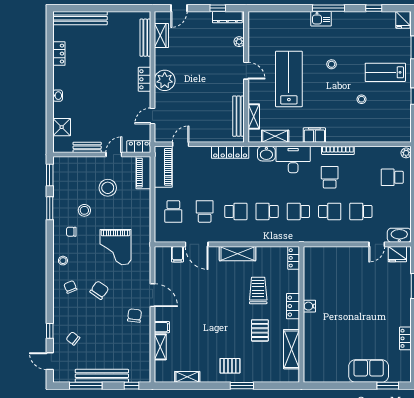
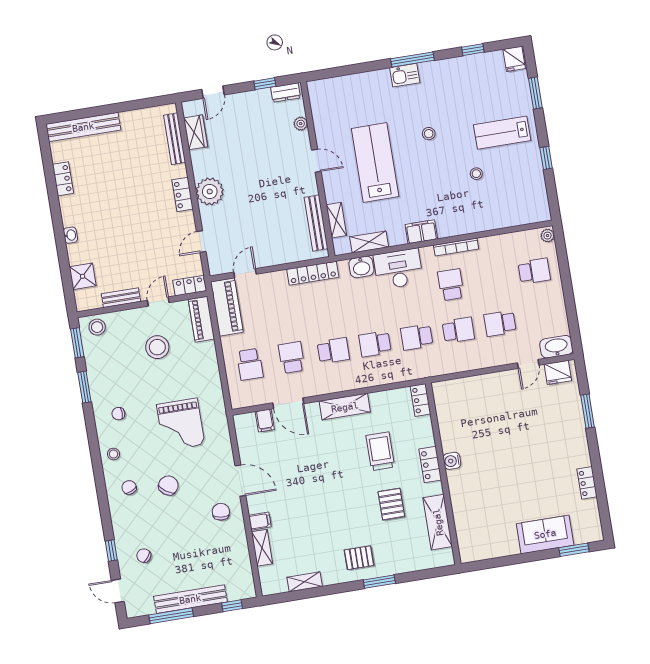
dresser: (227, 17) -> (286, 93), width x0.70
school desk: (392, 177) -> (534, 271), turned 180
stool: (84, 210) -> (97, 327), moved

